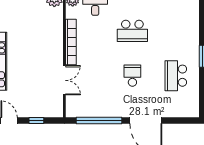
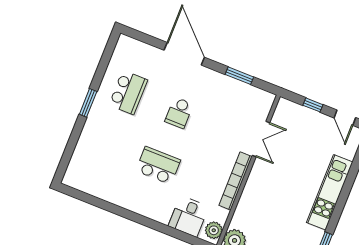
double door: (64, 80) -> (261, 139), swing flipped
window: (99, 121) -> (239, 76), width x0.47

